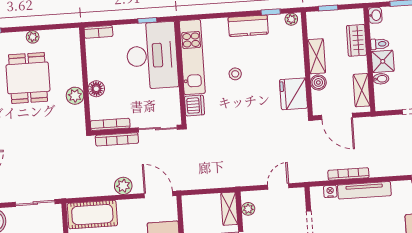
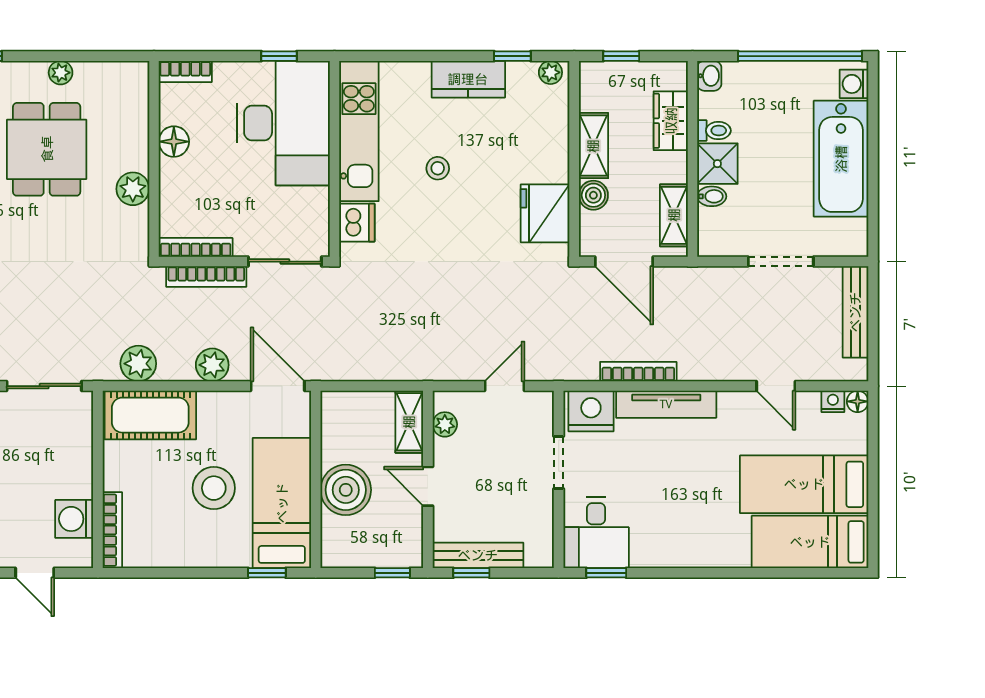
floor lamp: (96, 89) -> (174, 142), moved
plant: (84, 188) -> (138, 364), added
nightstand: (330, 191) -> (591, 411), width x1.89, depth x1.79

